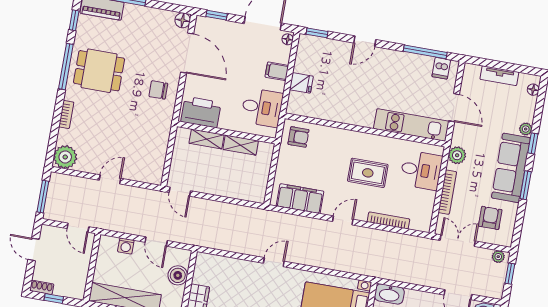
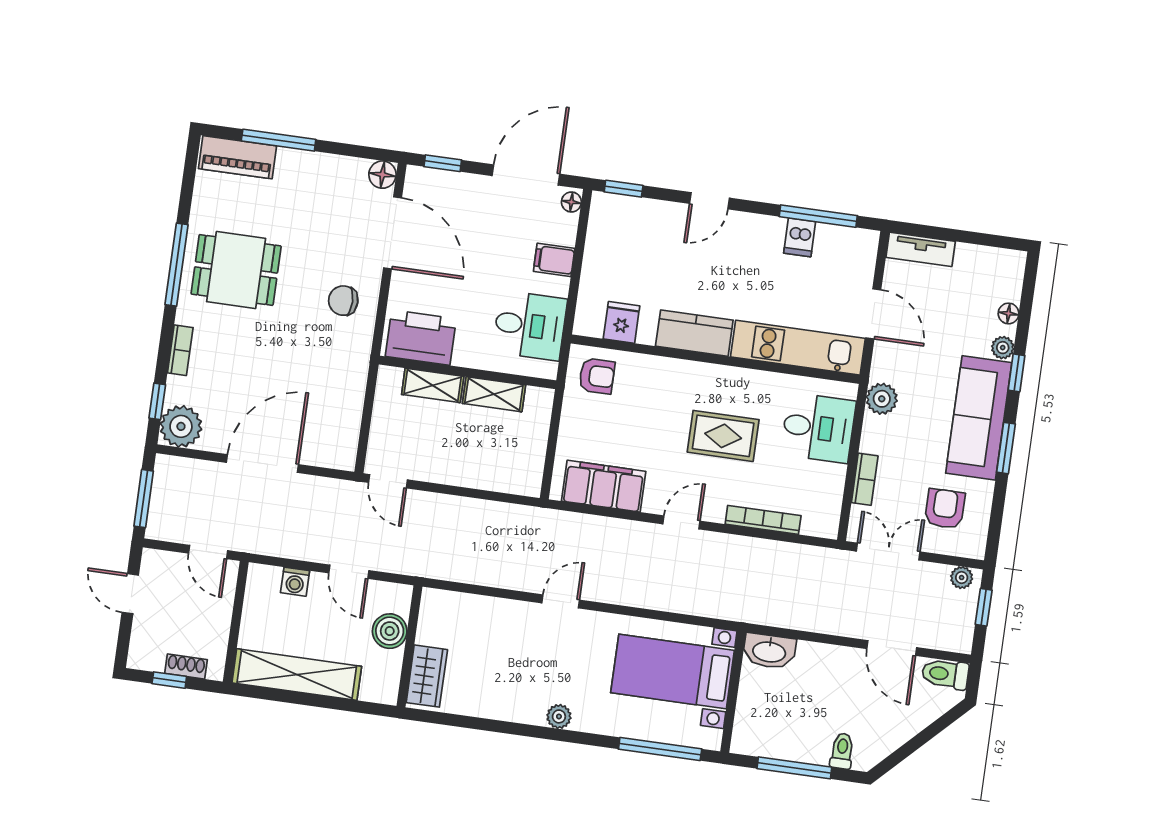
window: (74, 20) -> (157, 401), moved
dishwasher: (441, 68) -> (800, 237), moved
tv unit: (499, 76) -> (921, 249), moved
fridge: (301, 83) -> (621, 322), moved, turned -90
floor lamp: (533, 90) -> (1009, 313), moved
kitchen counter: (354, 115) -> (694, 333), added
door: (110, 179) -> (262, 464), width x1.87
bookcase: (447, 192) -> (865, 479), width x0.64
shoe rack: (42, 287) -> (186, 666), moved

